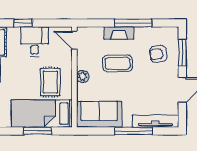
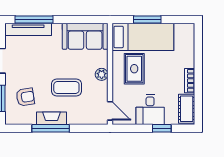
fireplace: (119, 33) -> (52, 118), moved
window: (133, 131) -> (34, 19), moved

